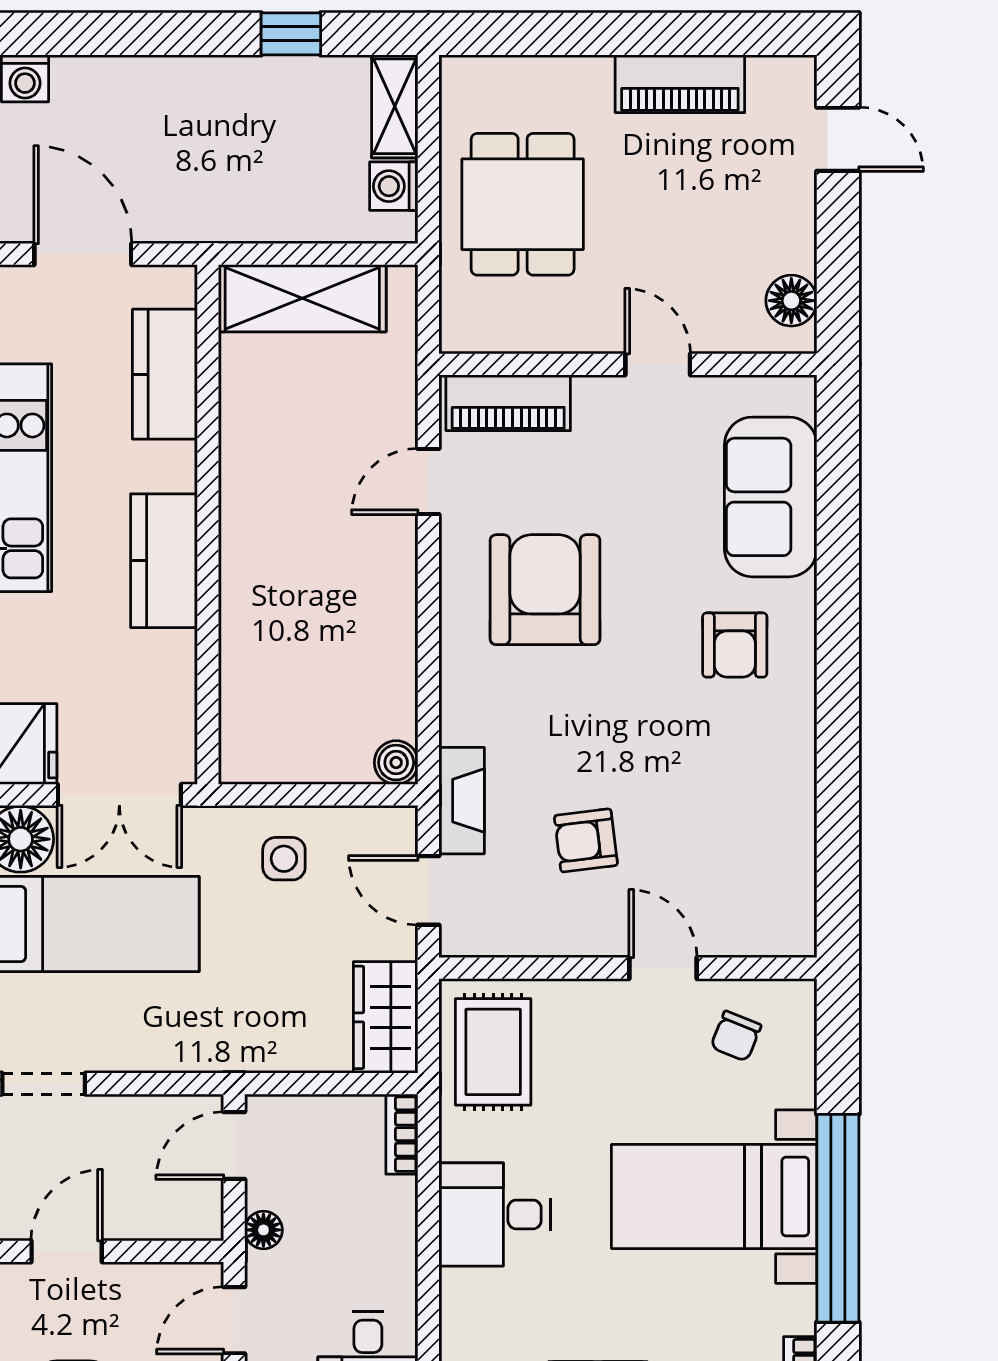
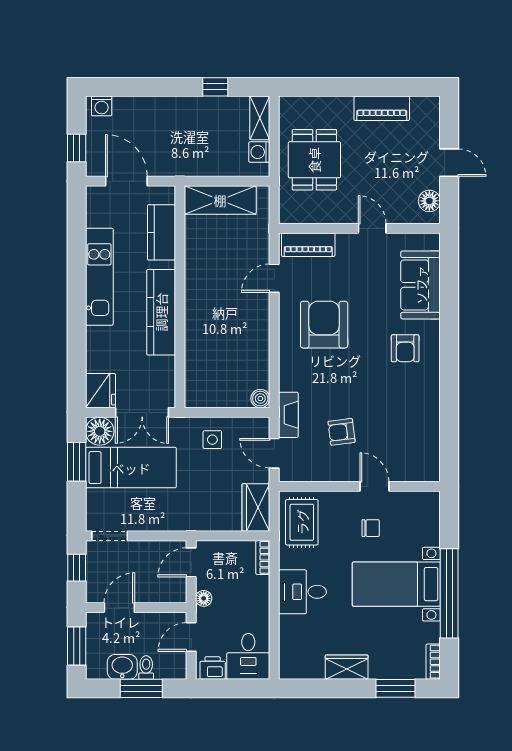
door: (838, 139) -> (449, 163), moved
kitchen counter: (164, 561) -> (161, 312), width x1.50
chair: (736, 1036) -> (371, 528), moved, turned -112

